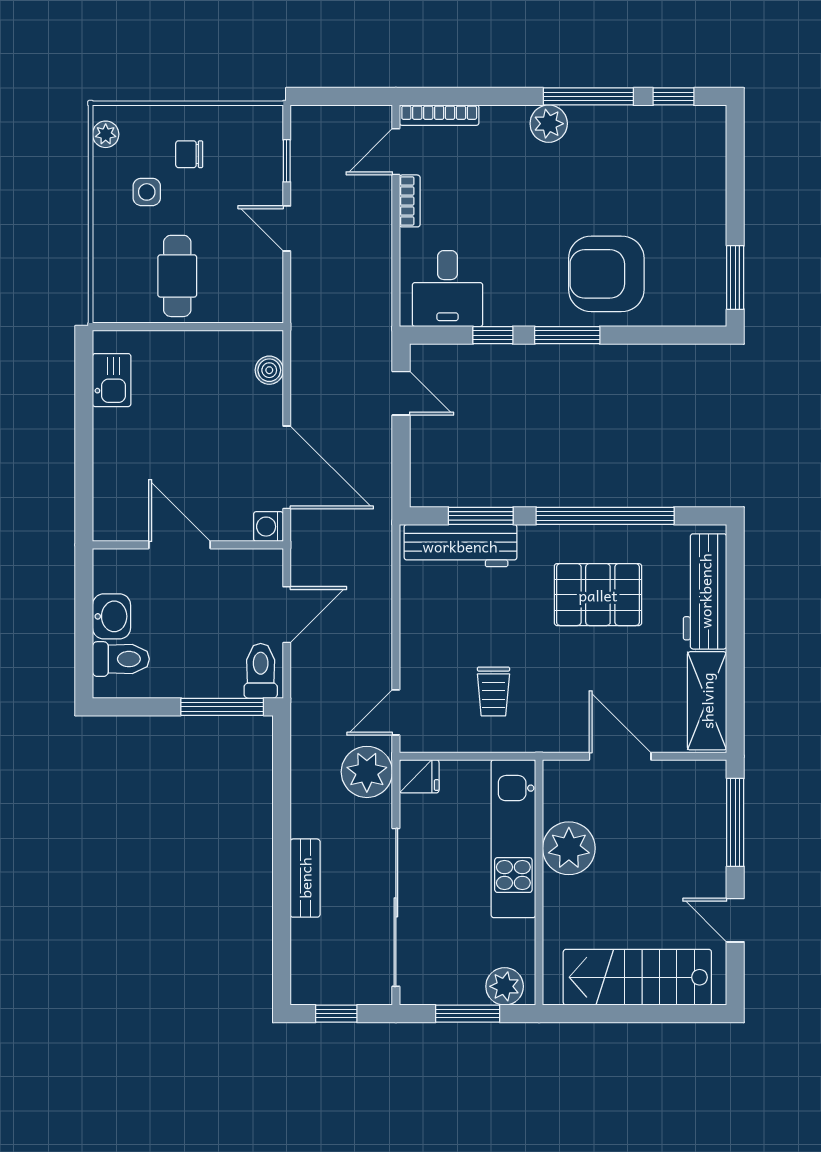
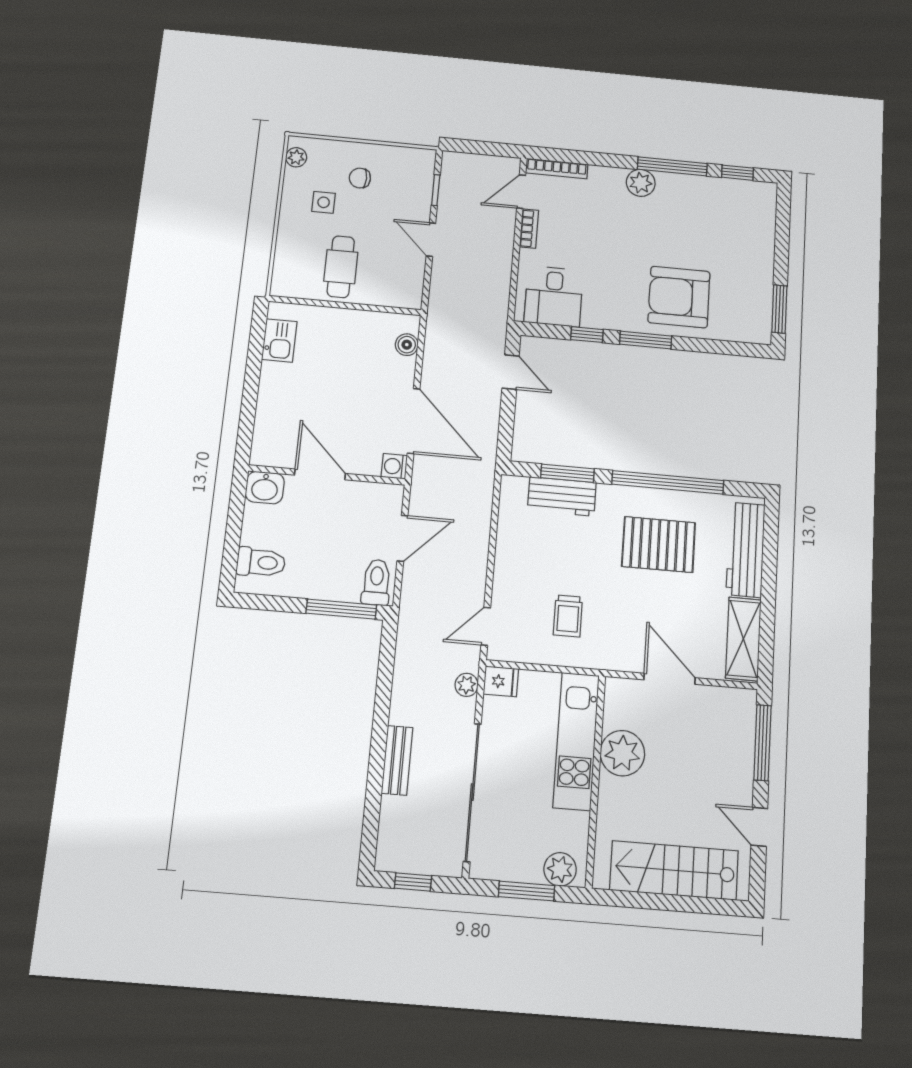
workbench: (460, 546) -> (562, 496), width x0.73
washbasin: (112, 616) -> (265, 488), moved, turned 90
plant: (367, 772) -> (467, 685), width x0.53, depth x0.53

